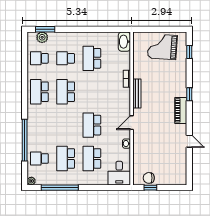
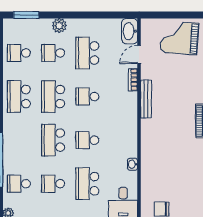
plant: (42, 37) -> (59, 26), moved
school desk: (92, 92) -> (87, 97), added
door: (132, 123) -> (139, 54), moved
school desk: (66, 125) -> (53, 140), added
school desk: (92, 125) -> (87, 140), width x0.54
school desk: (66, 158) -> (53, 184), width x0.54

